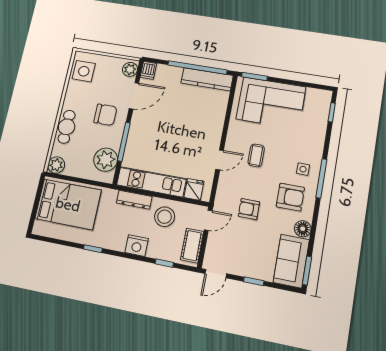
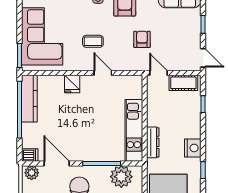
fridge: (194, 189) -> (72, 84), moved, turned -90
armchair: (249, 209) -> (142, 39), turned 180
stool: (165, 217) -> (163, 112), removed
nightstand: (137, 246) -> (193, 148), moved

